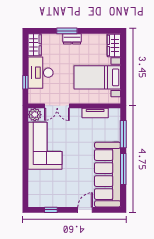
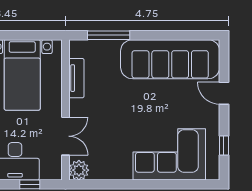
corner sofa: (45, 146) -> (169, 154), moved
window: (123, 169) -> (162, 35), removed

